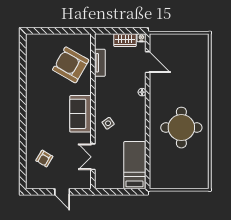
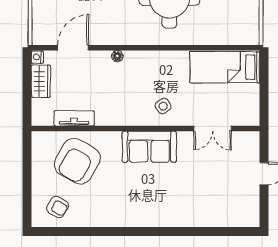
armchair: (44, 159) -> (57, 207), moved

